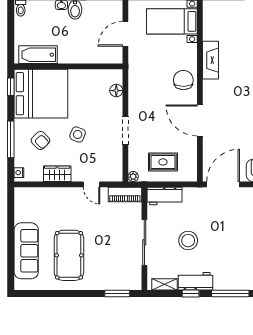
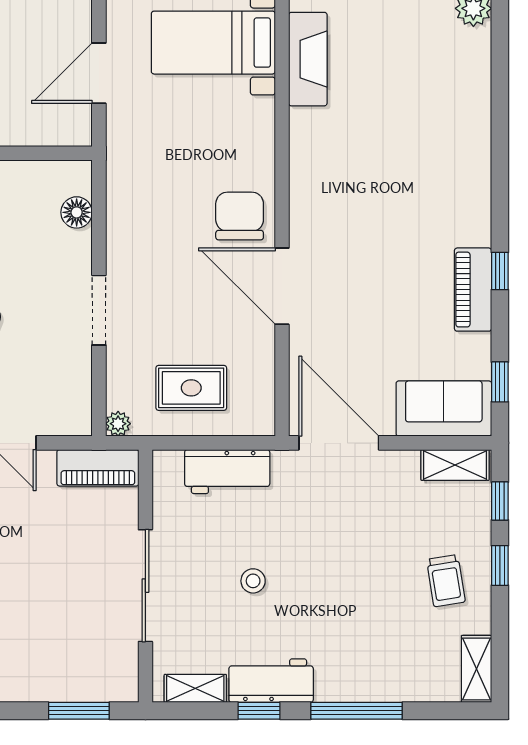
fireplace: (210, 60) -> (308, 59), moved
chair: (183, 80) -> (240, 216), moved
door: (223, 184) -> (339, 443), hinge flipped
workbench: (164, 196) -> (227, 472), moved
stool: (188, 241) -> (253, 581), width x0.53, depth x0.53

